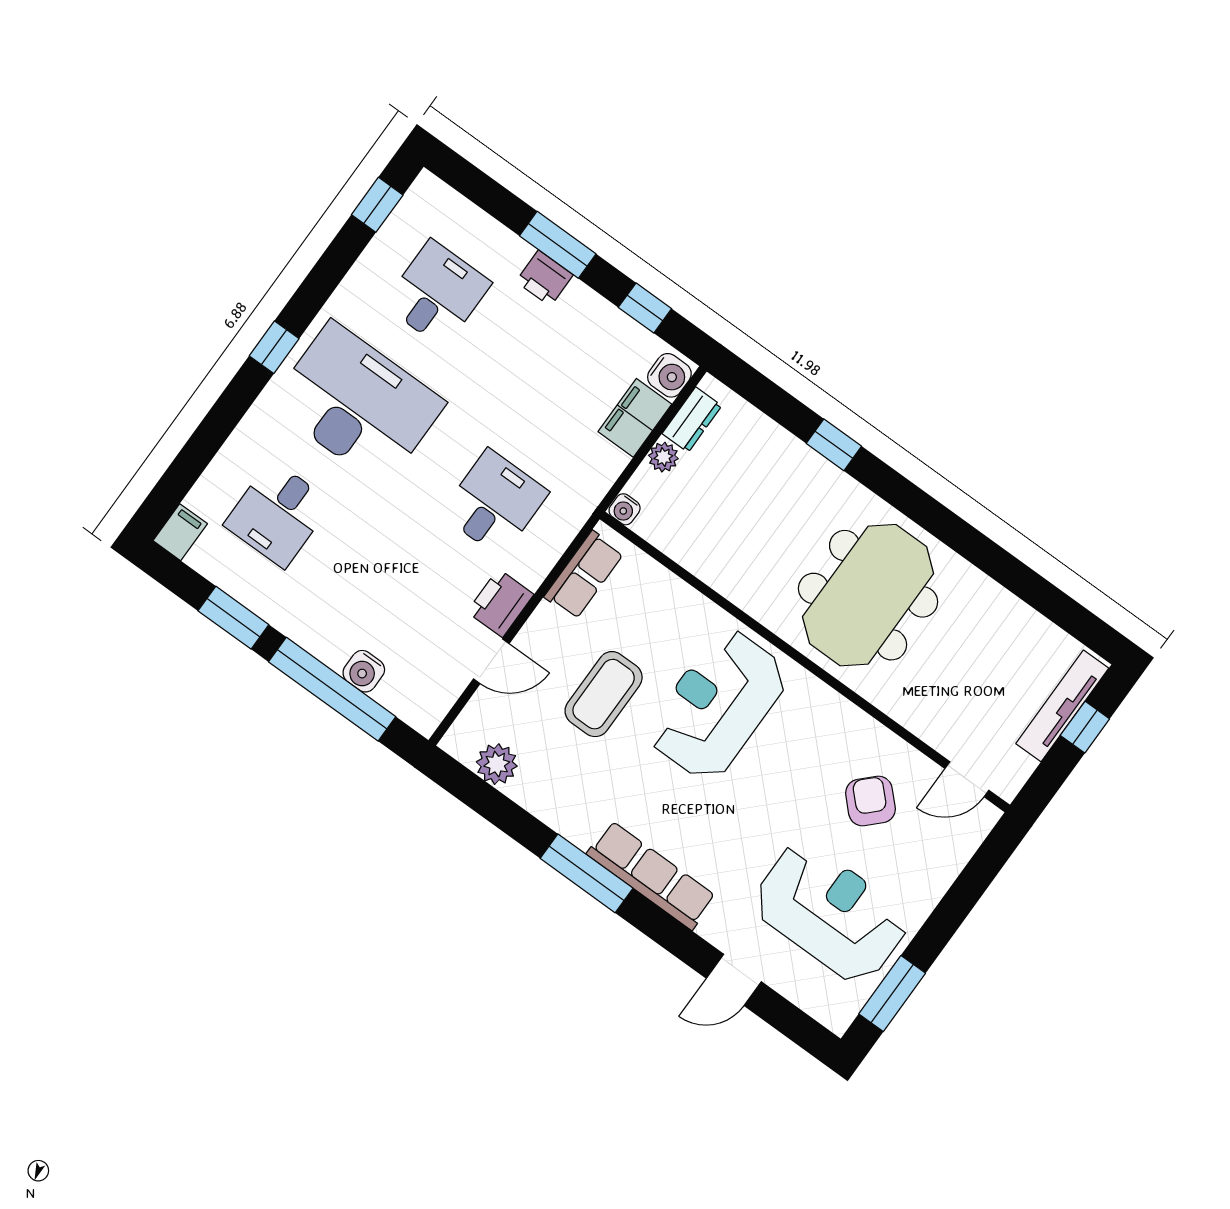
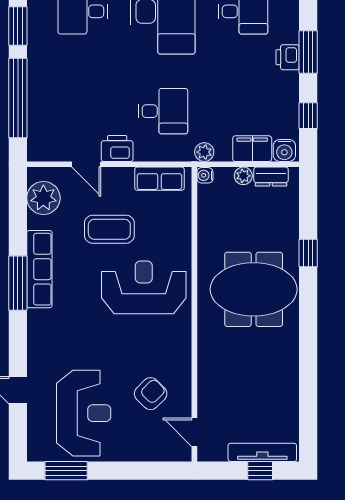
plant: (592, 487) -> (204, 152), added
meeting table: (868, 595) -> (254, 289), moved
water cooler: (364, 671) -> (37, 107), removed
plant: (497, 764) -> (43, 198), width x1.36, depth x1.36
row of seats: (651, 875) -> (39, 269), moved

